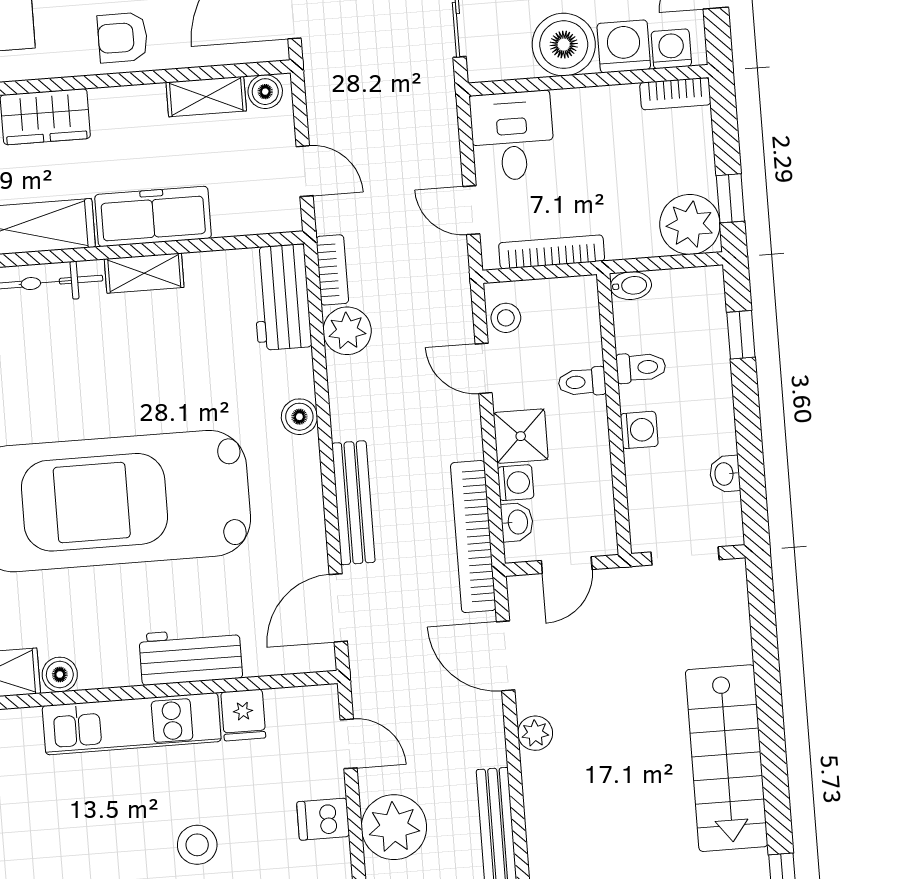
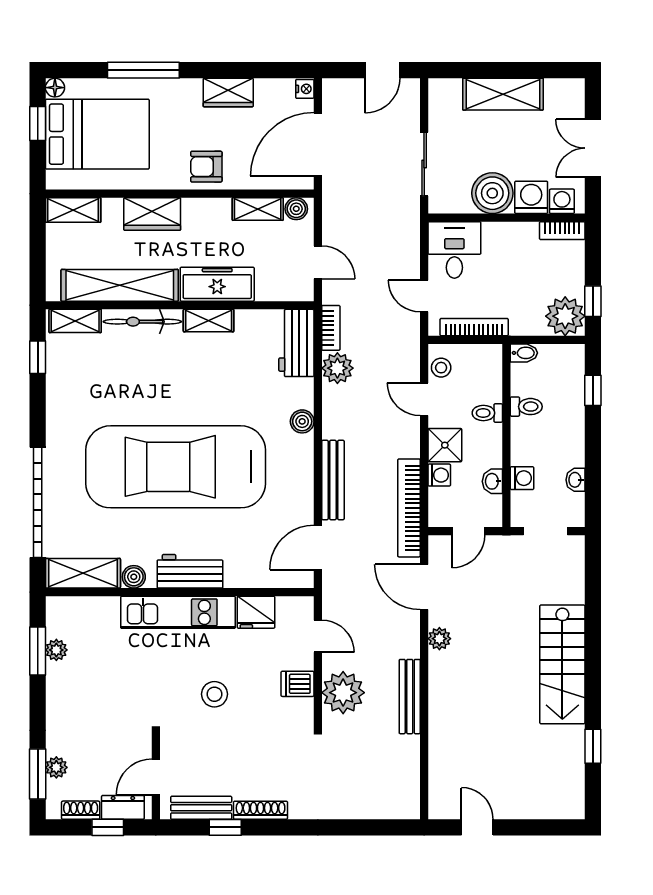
washing machine: (639, 430) -> (522, 478), moved
washbasin: (517, 522) -> (492, 481), moved, turned 180
workbench: (191, 656) -> (190, 571), moved
fridge: (243, 715) -> (256, 612), width x1.38

